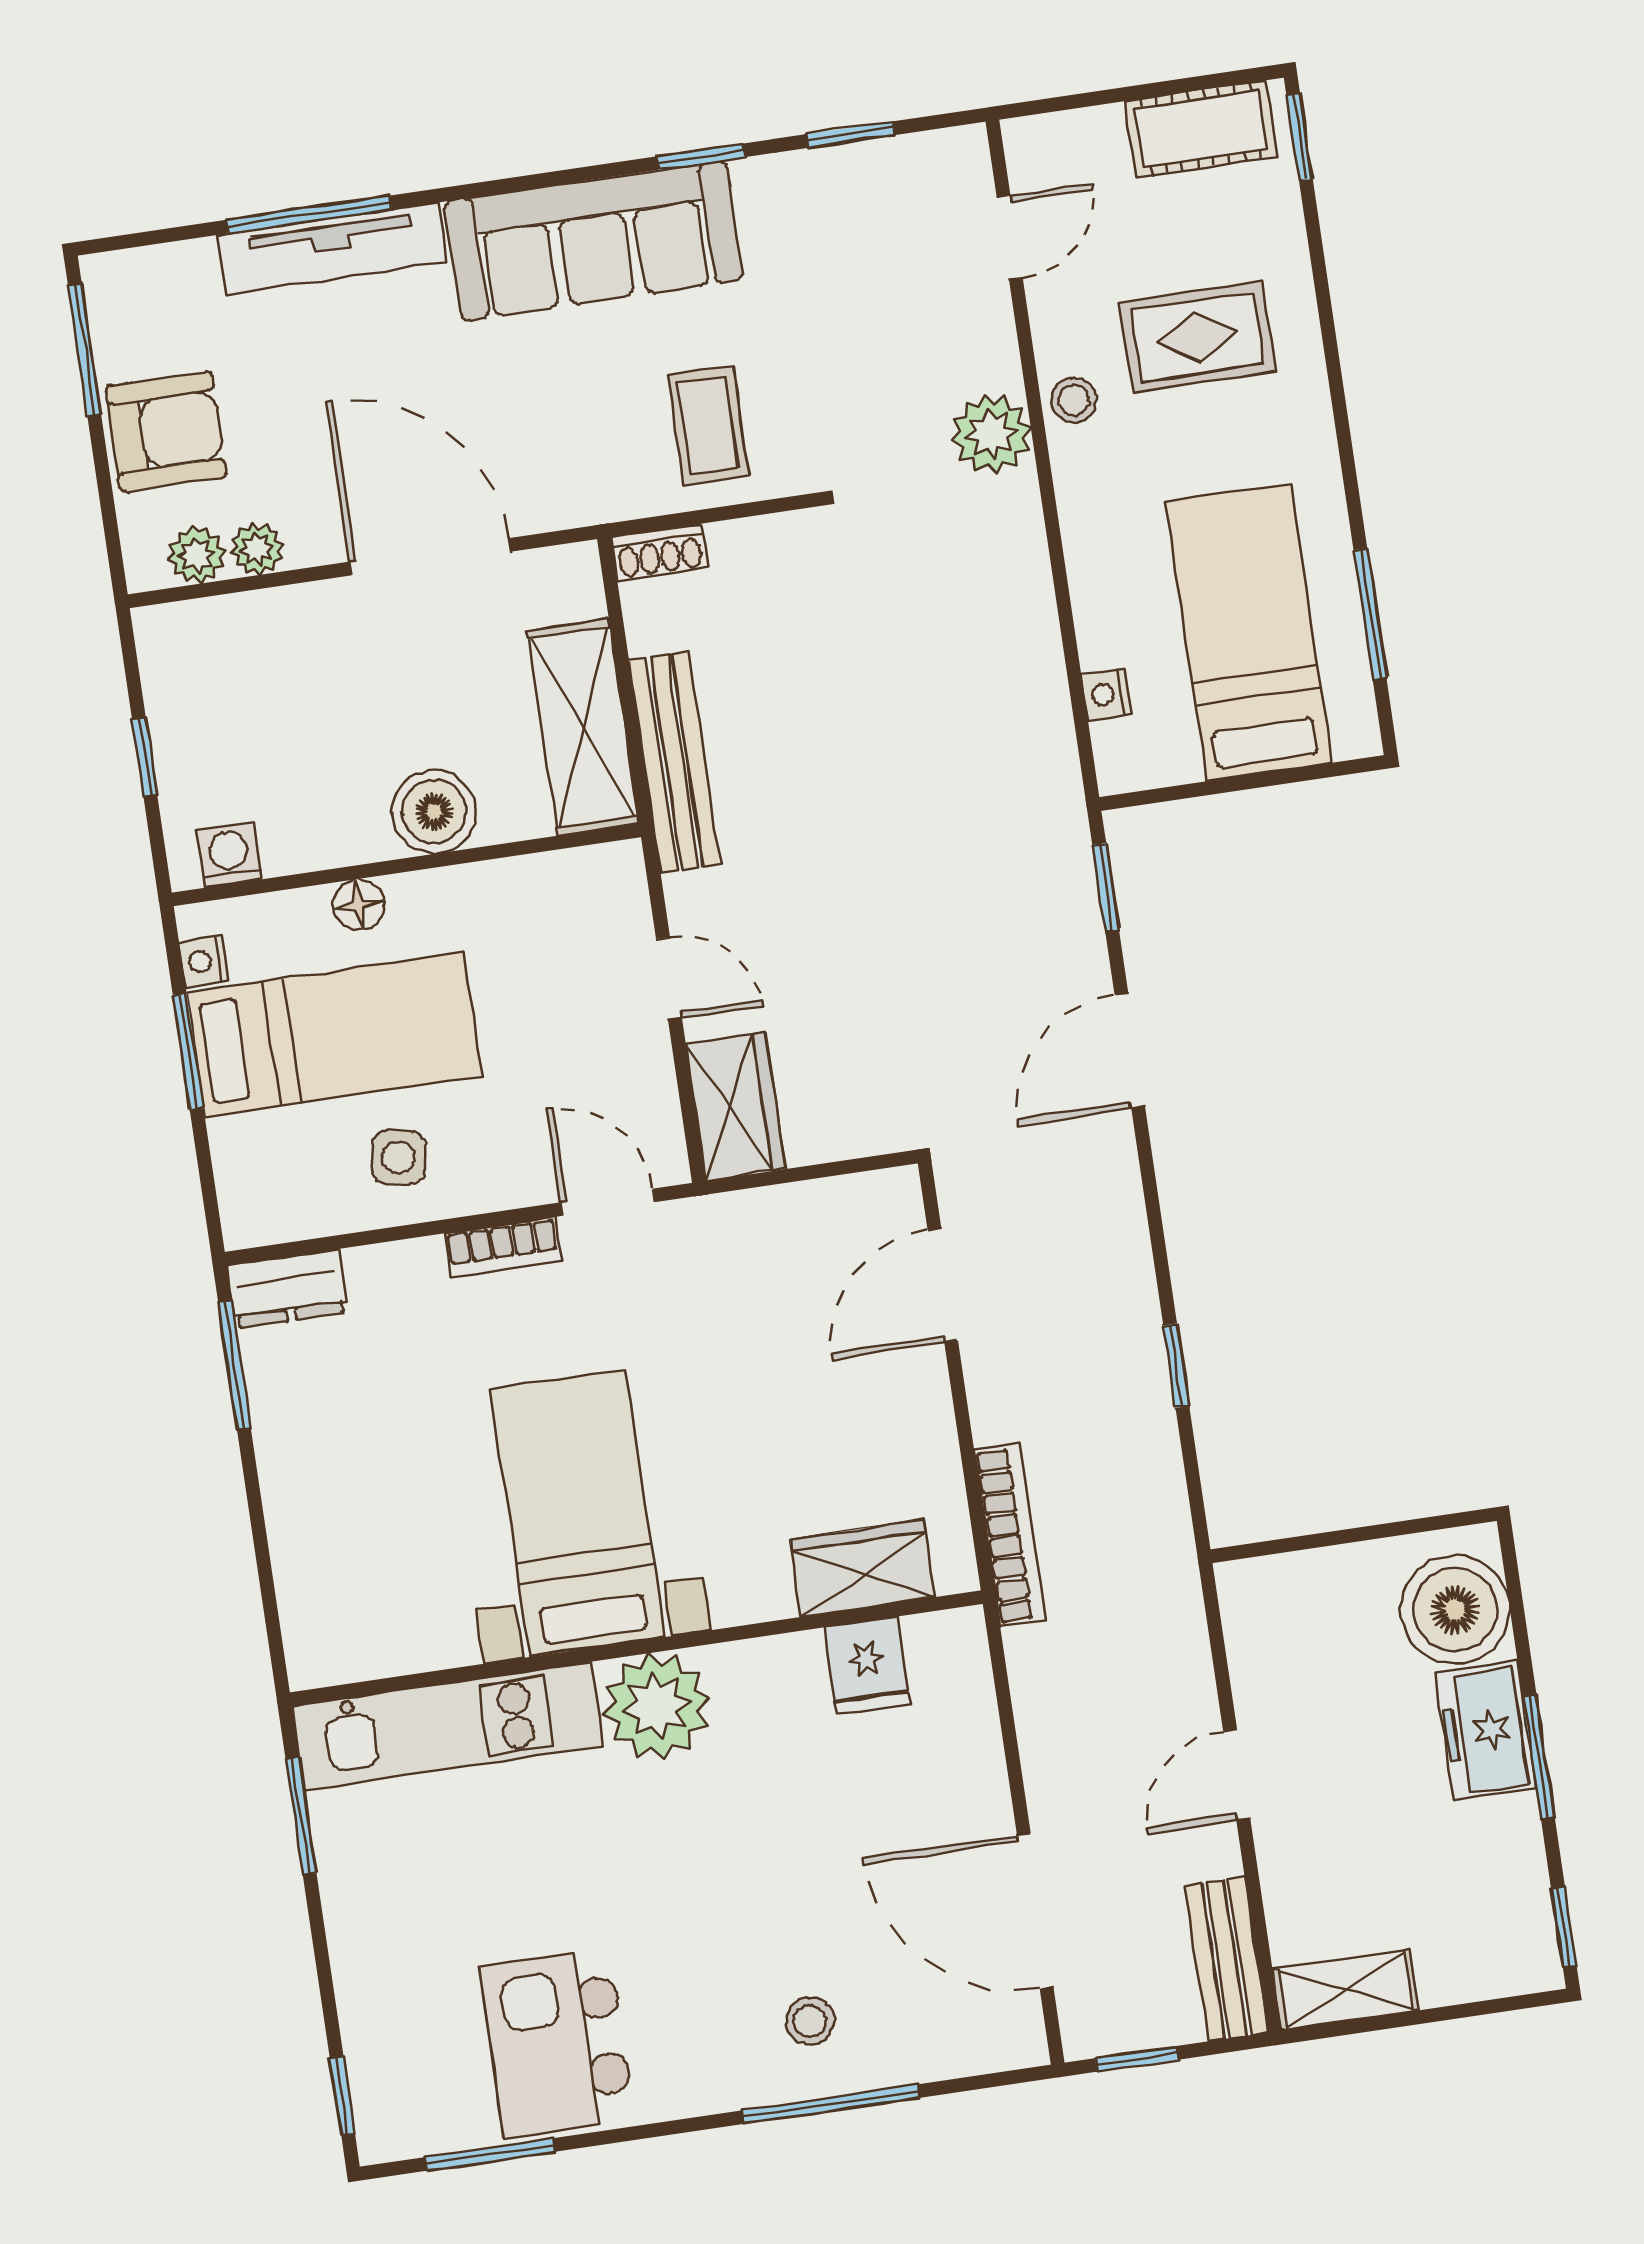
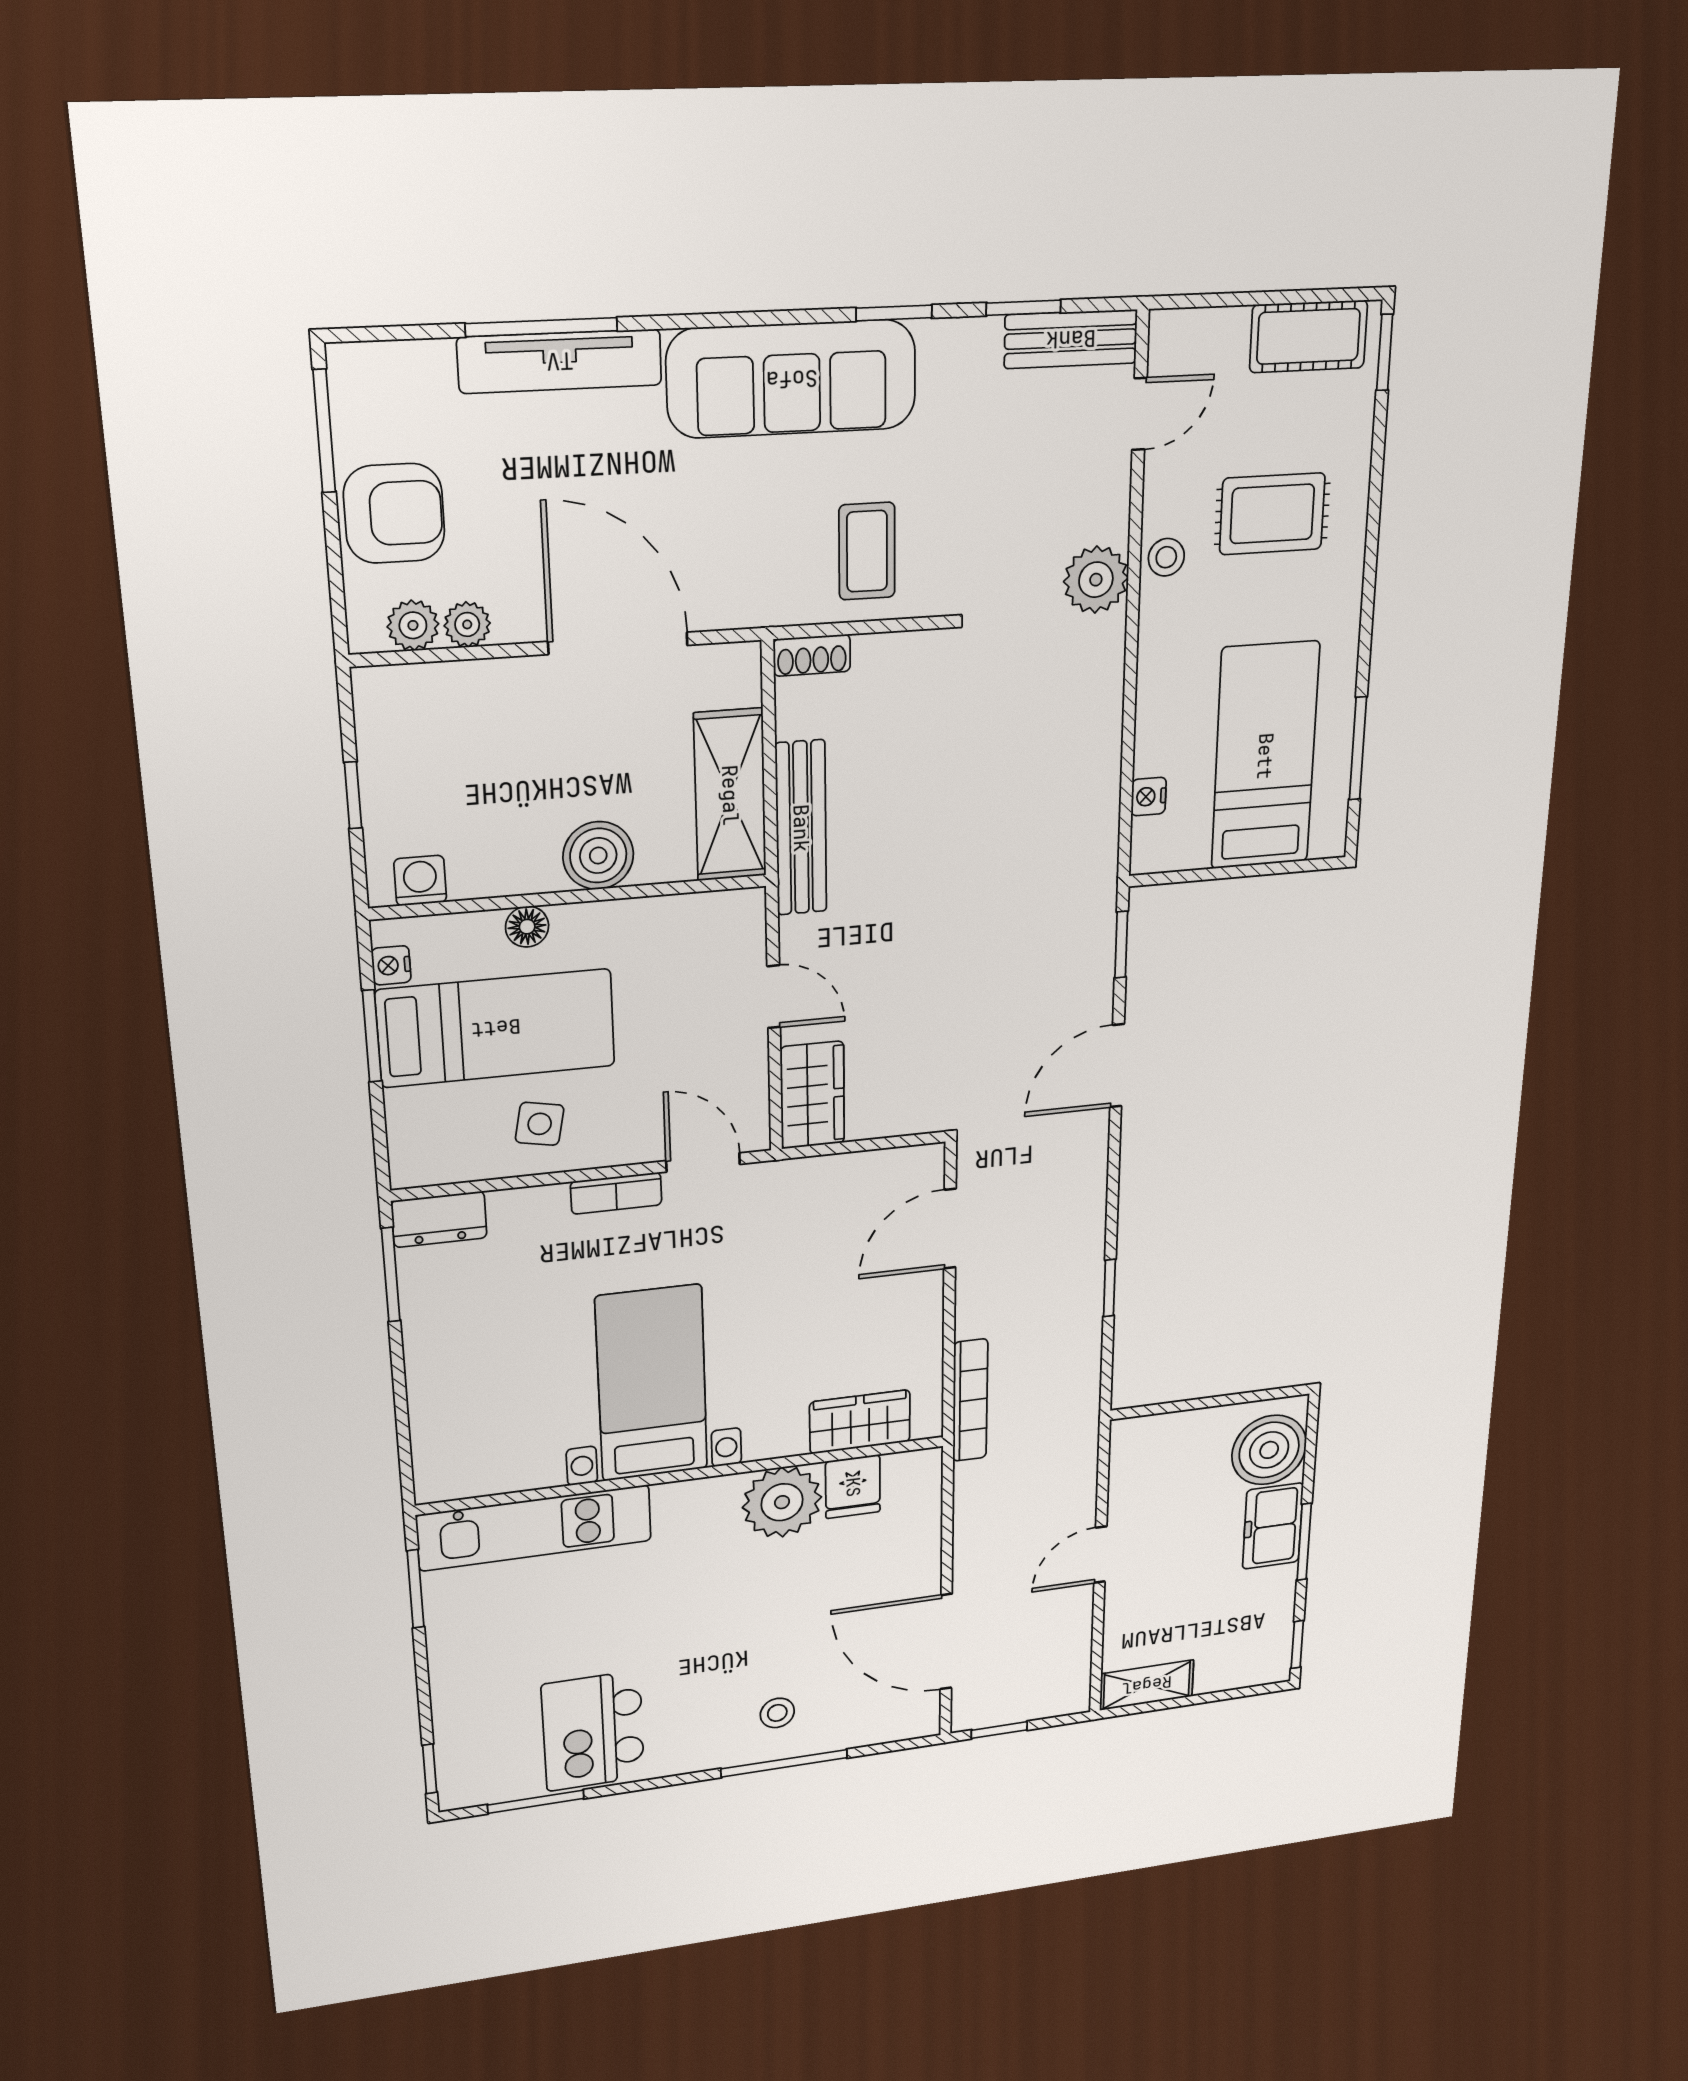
plant: (657, 1706) -> (782, 1502), moved
bench: (1227, 1959) -> (1071, 339), moved, turned 90

